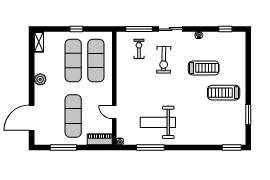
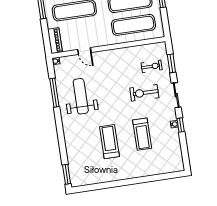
window: (139, 29) -> (171, 63), width x0.69
window: (225, 29) -> (181, 125), moved
treadmill: (224, 93) -> (109, 142), moved
door: (114, 112) -> (84, 51), swing flipped
window: (248, 115) -> (102, 186), removed

